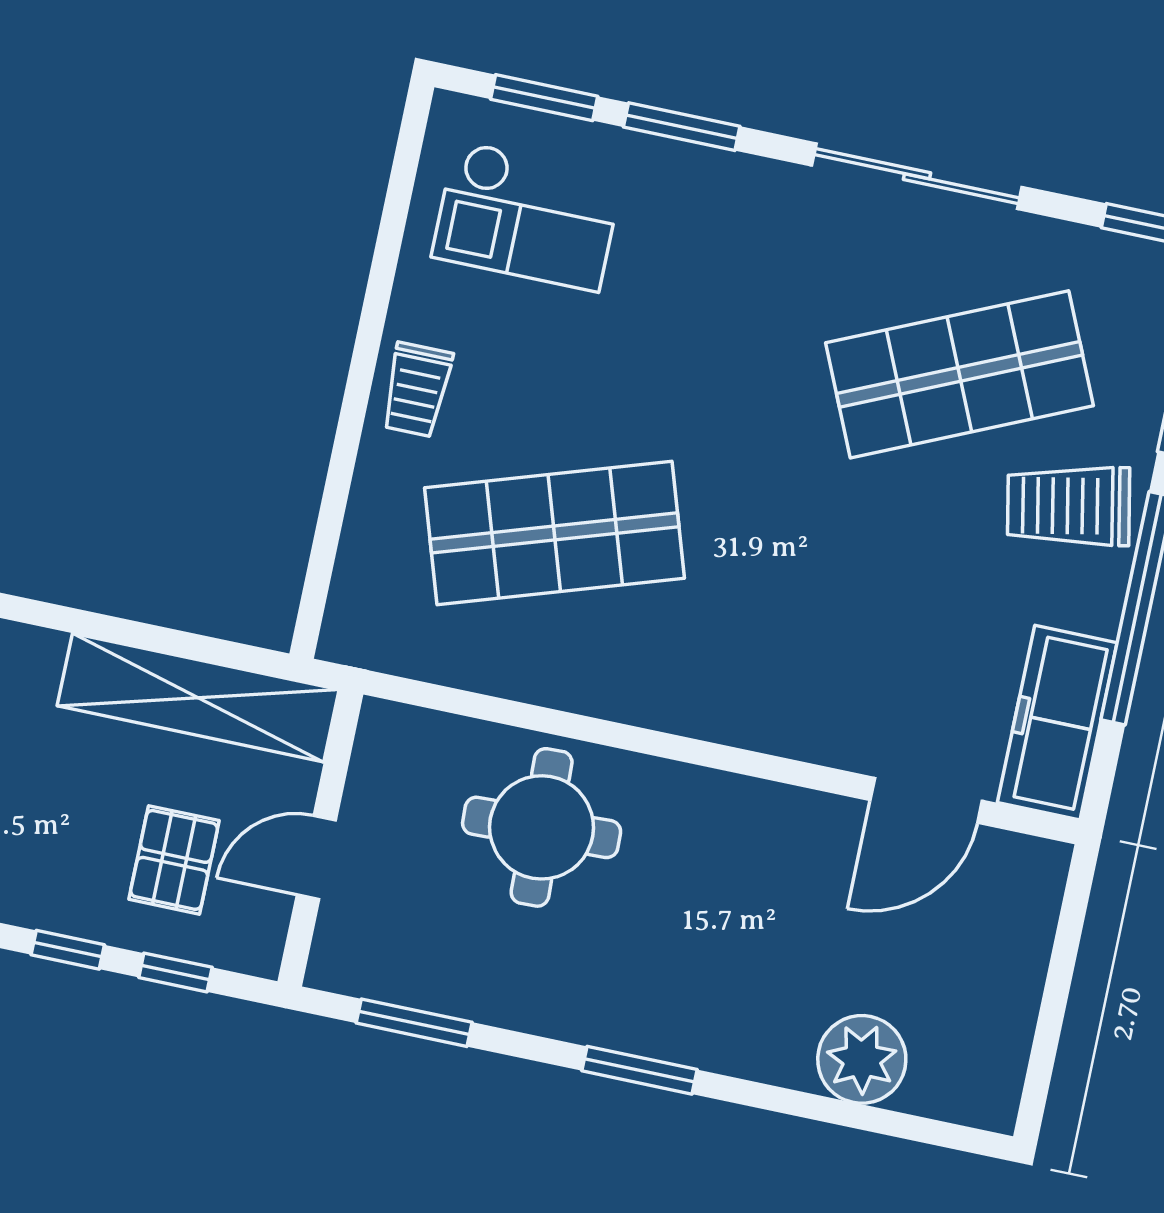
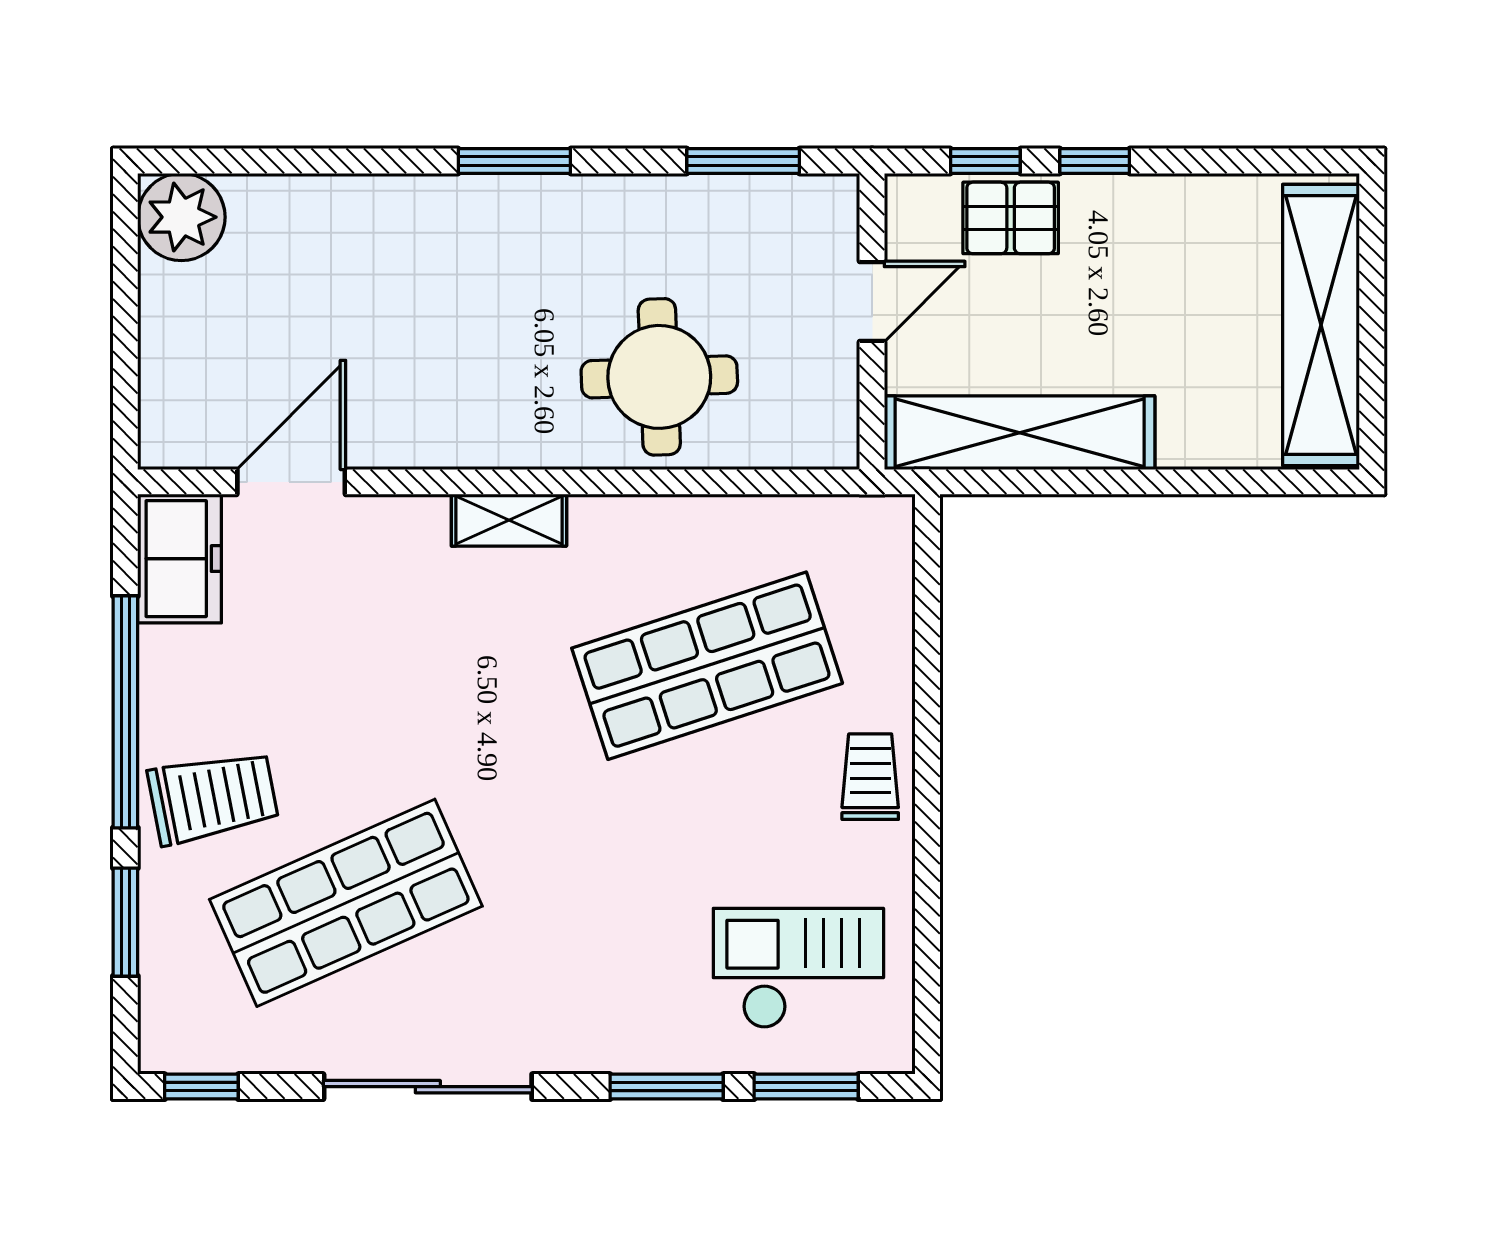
shelving: (719, 717) -> (509, 520), added
freezer: (1057, 723) -> (180, 559), width x0.71
pallet: (174, 860) -> (1011, 218), moved, turned 90
plant: (862, 1059) -> (181, 217), moved

